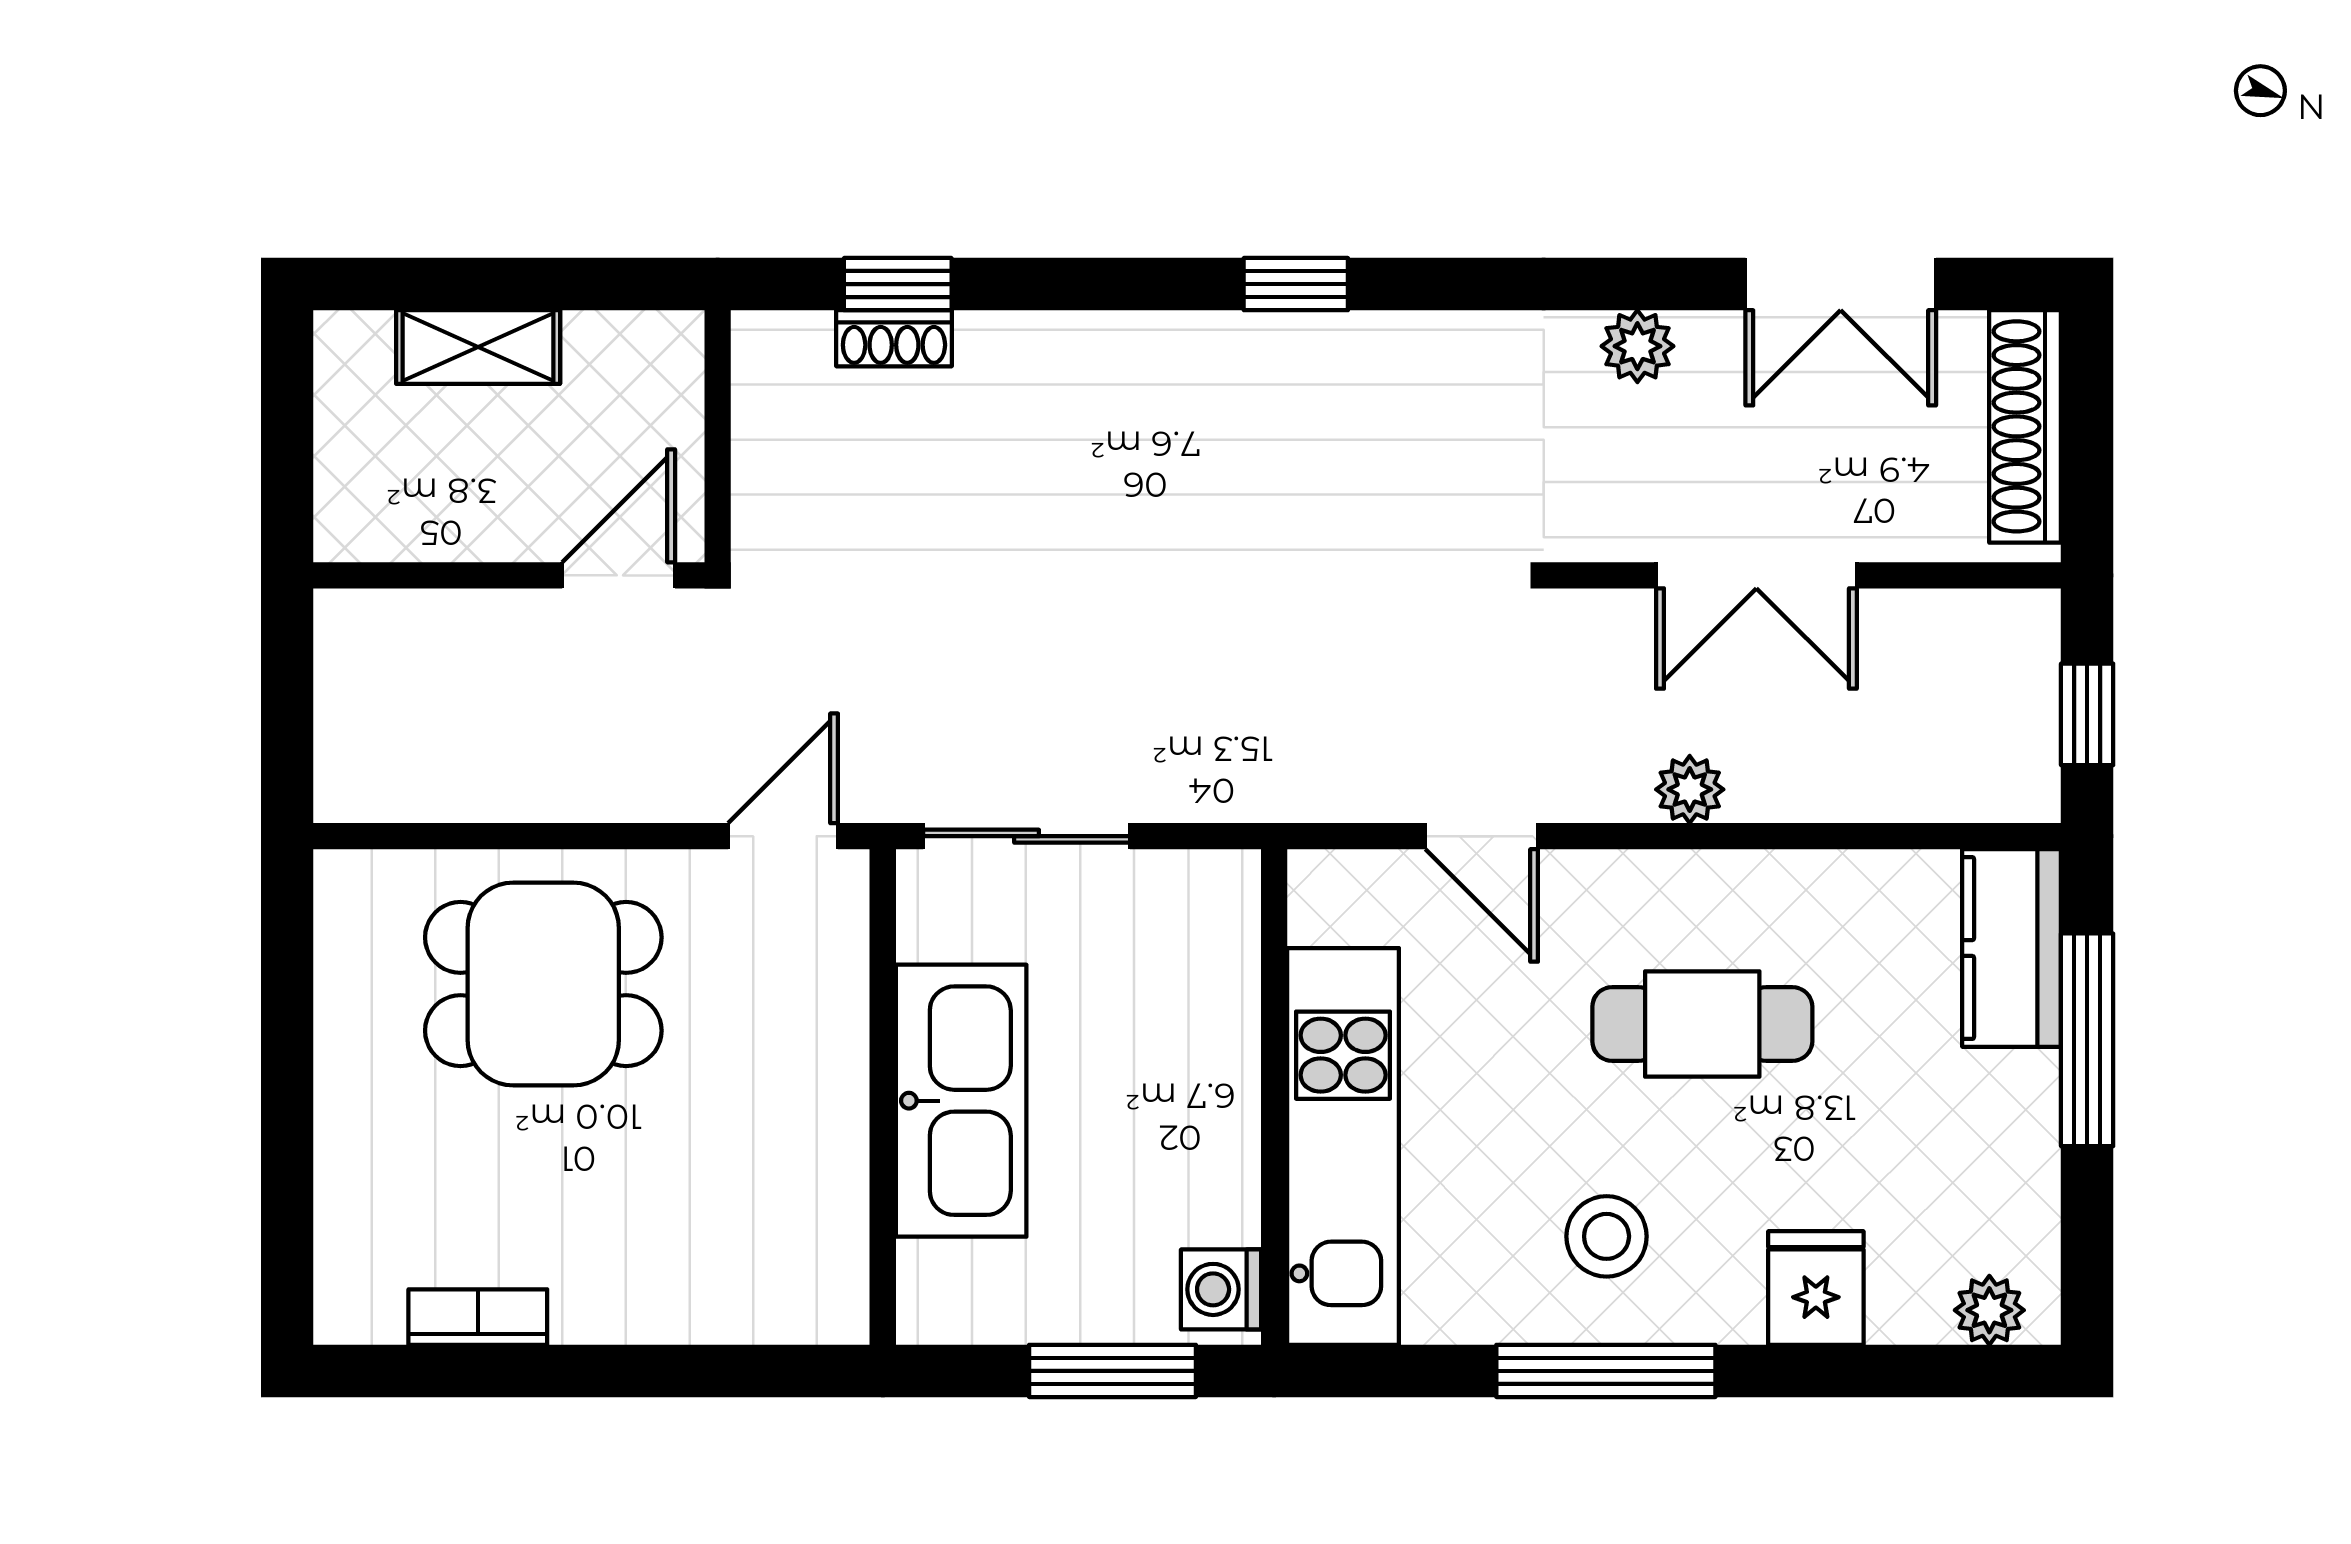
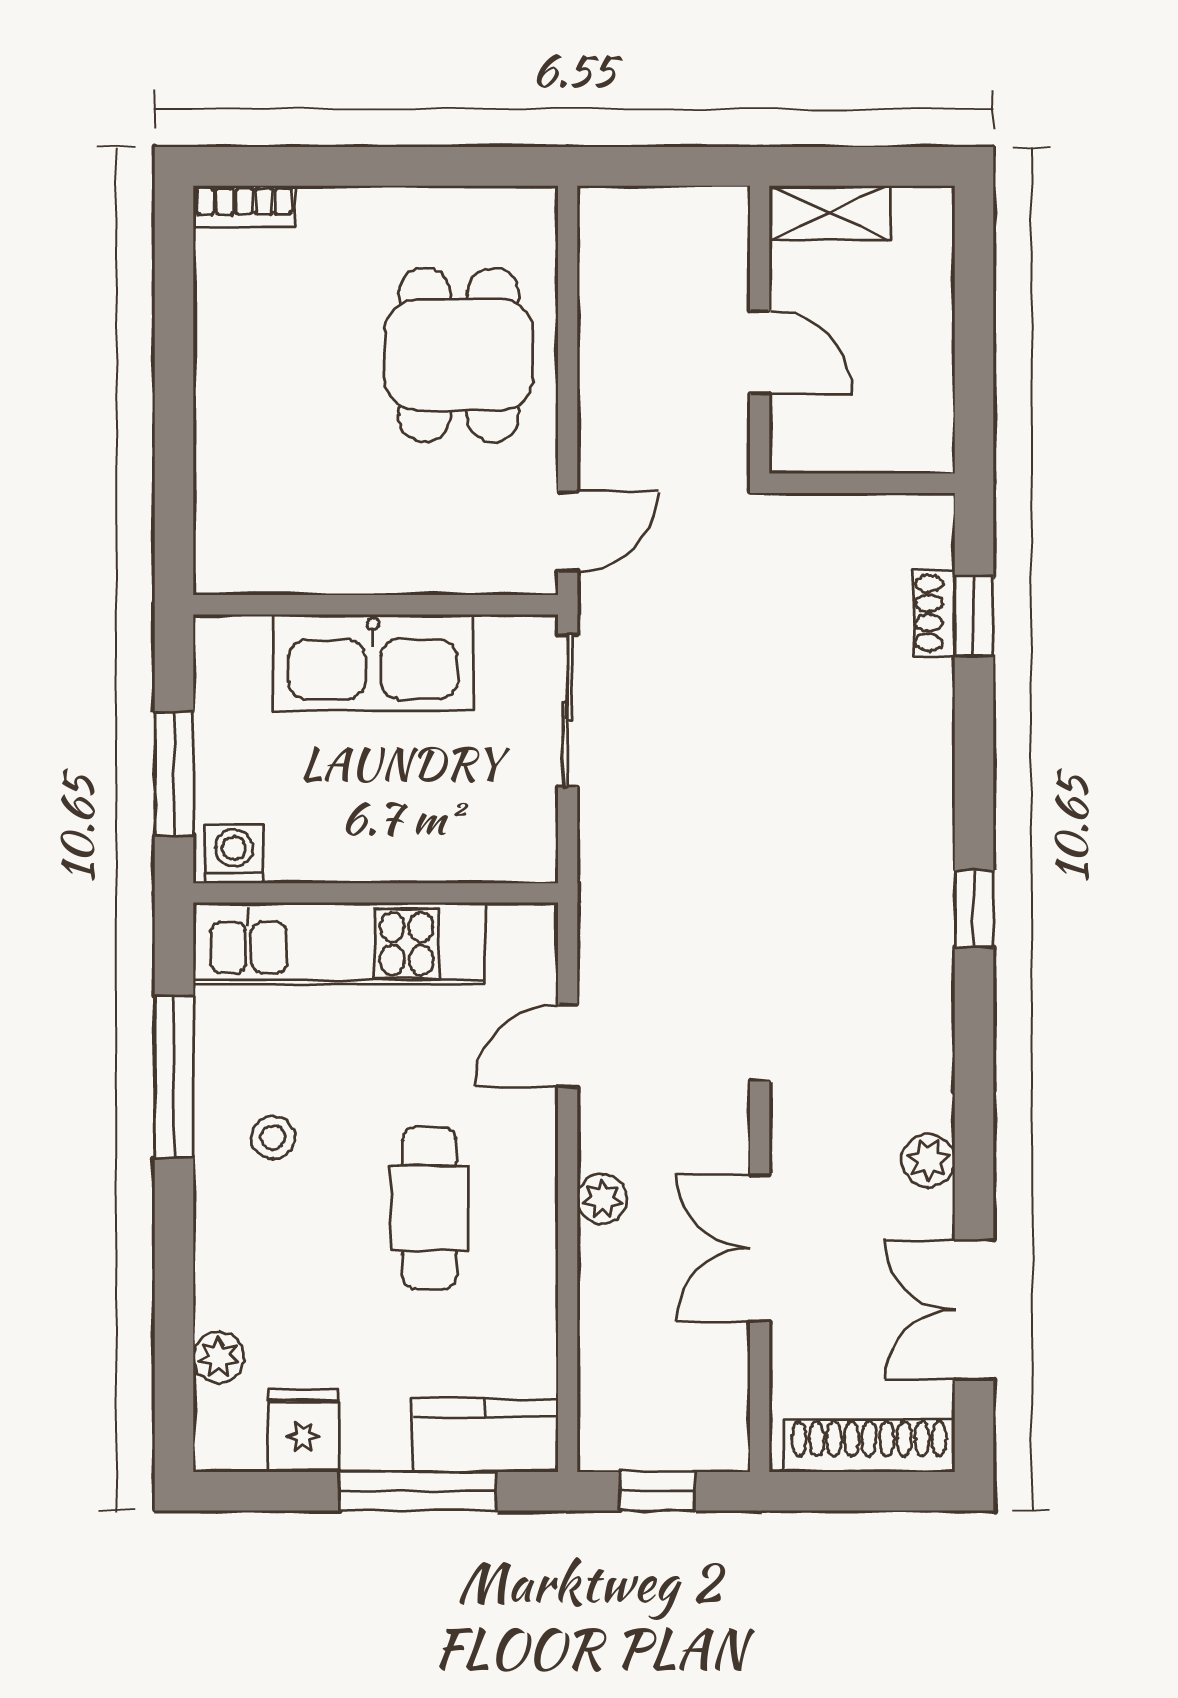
shelving: (478, 347) -> (830, 213), moved, turned 90
door: (619, 575) -> (760, 352), moved
door: (783, 836) -> (568, 531), hinge flipped
stool: (1607, 1236) -> (273, 1138), width x0.73, depth x0.73
fridge: (1816, 1288) -> (303, 1430), moved, turned -90
plant: (1989, 1310) -> (219, 1357), moved
bookcase: (478, 1317) -> (244, 206), moved, turned 90
window: (1606, 1371) -> (174, 1077), moved

